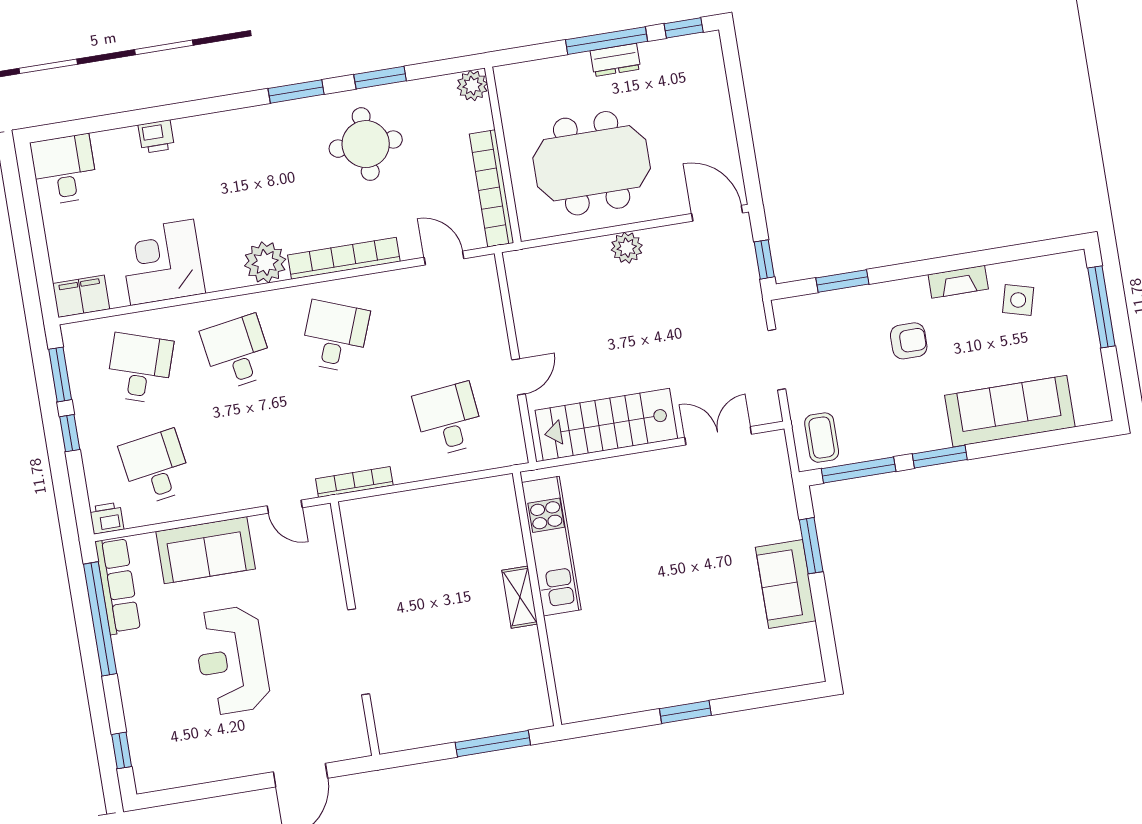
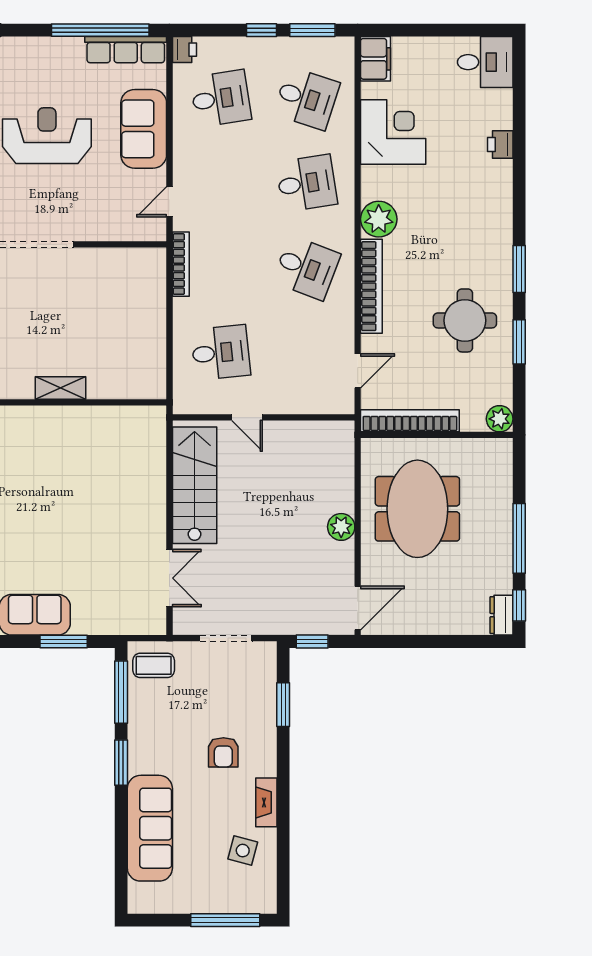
dresser: (615, 60) -> (501, 615), moved
kitchen unit: (551, 546) -> (99, 422), removed

